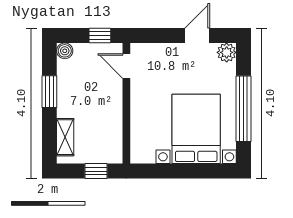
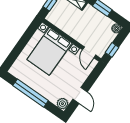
door: (126, 66) -> (89, 52), swing flipped
bed with nightstands: (196, 129) -> (49, 51), moved, turned 90

